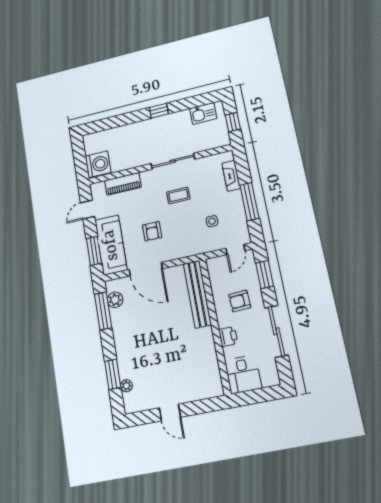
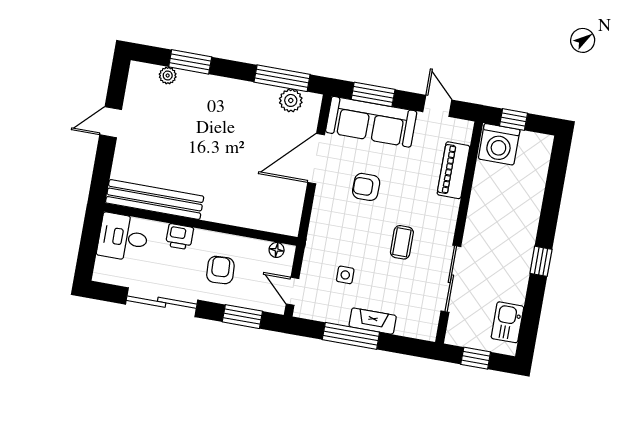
sliding door: (173, 161) -> (451, 279), moved
window: (80, 162) -> (513, 119), added
fireplace: (231, 176) -> (373, 321), moved
floor lamp: (213, 270) -> (277, 250), added
bench: (197, 294) -> (155, 200), moved

